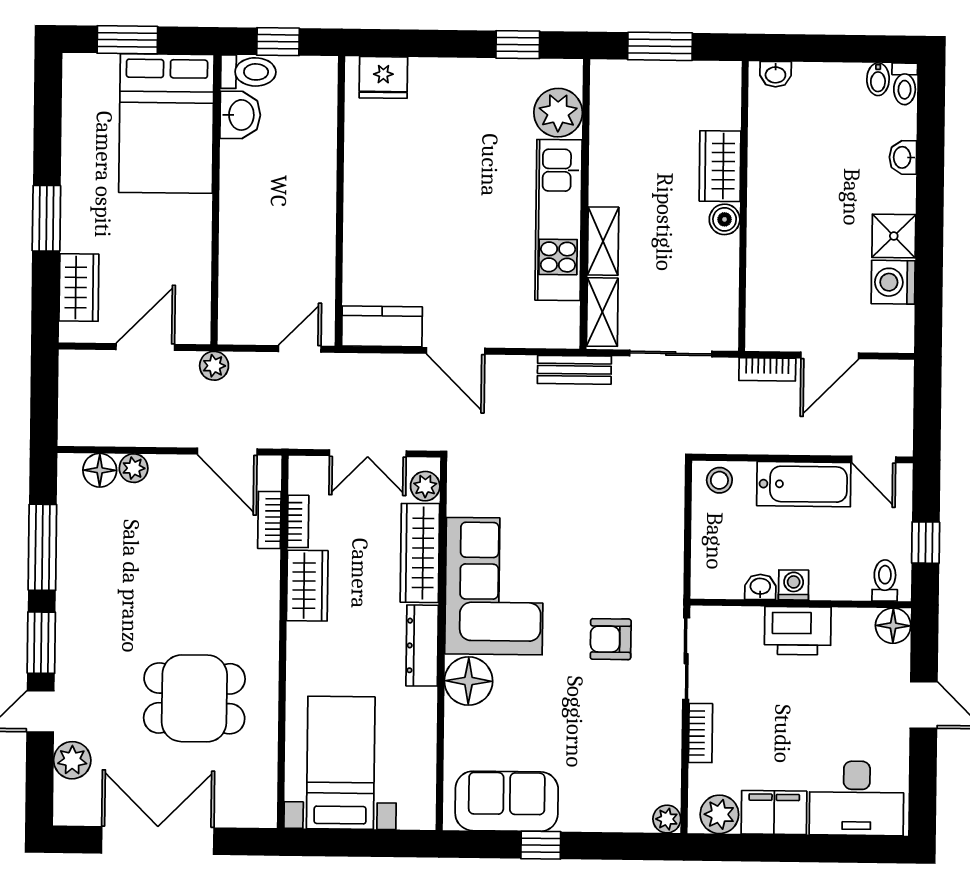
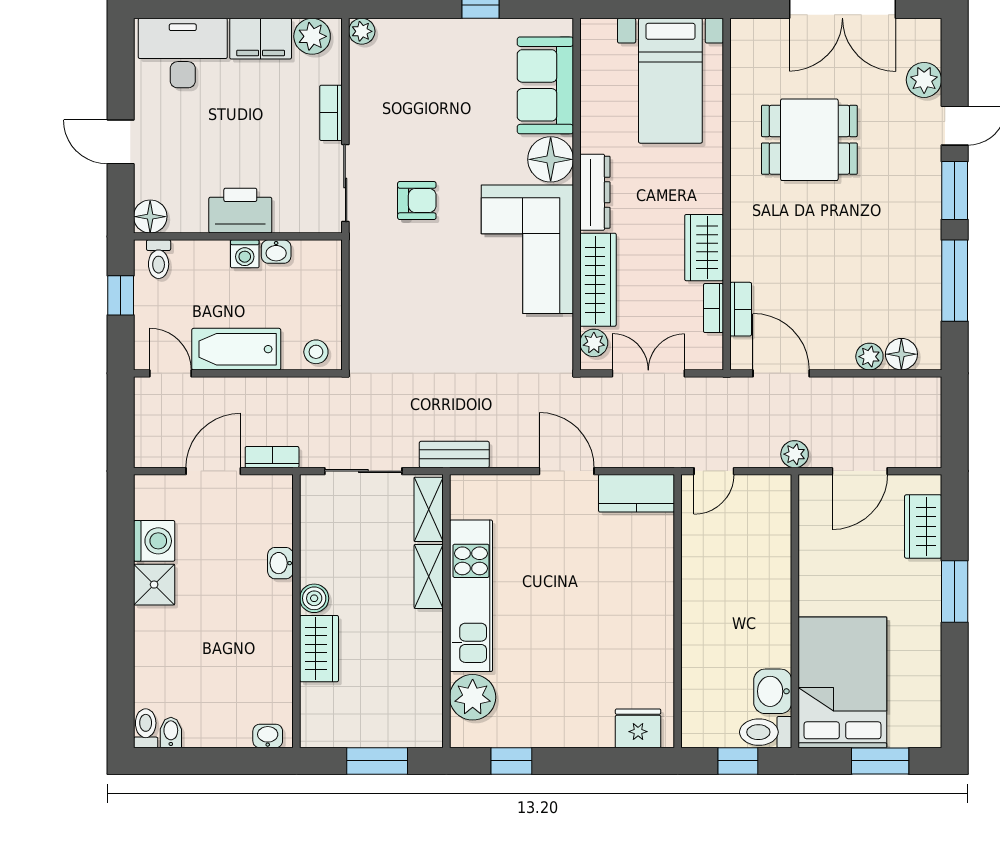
washbasin: (903, 157) -> (280, 563), moved, turned 180
sofa: (507, 801) -> (545, 85), moved, turned 90

